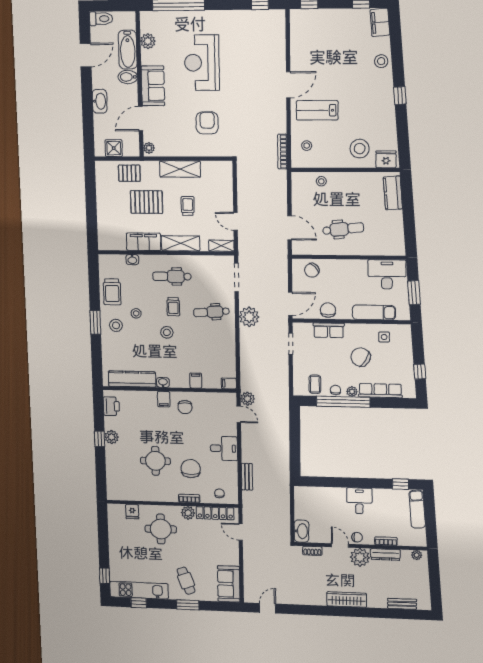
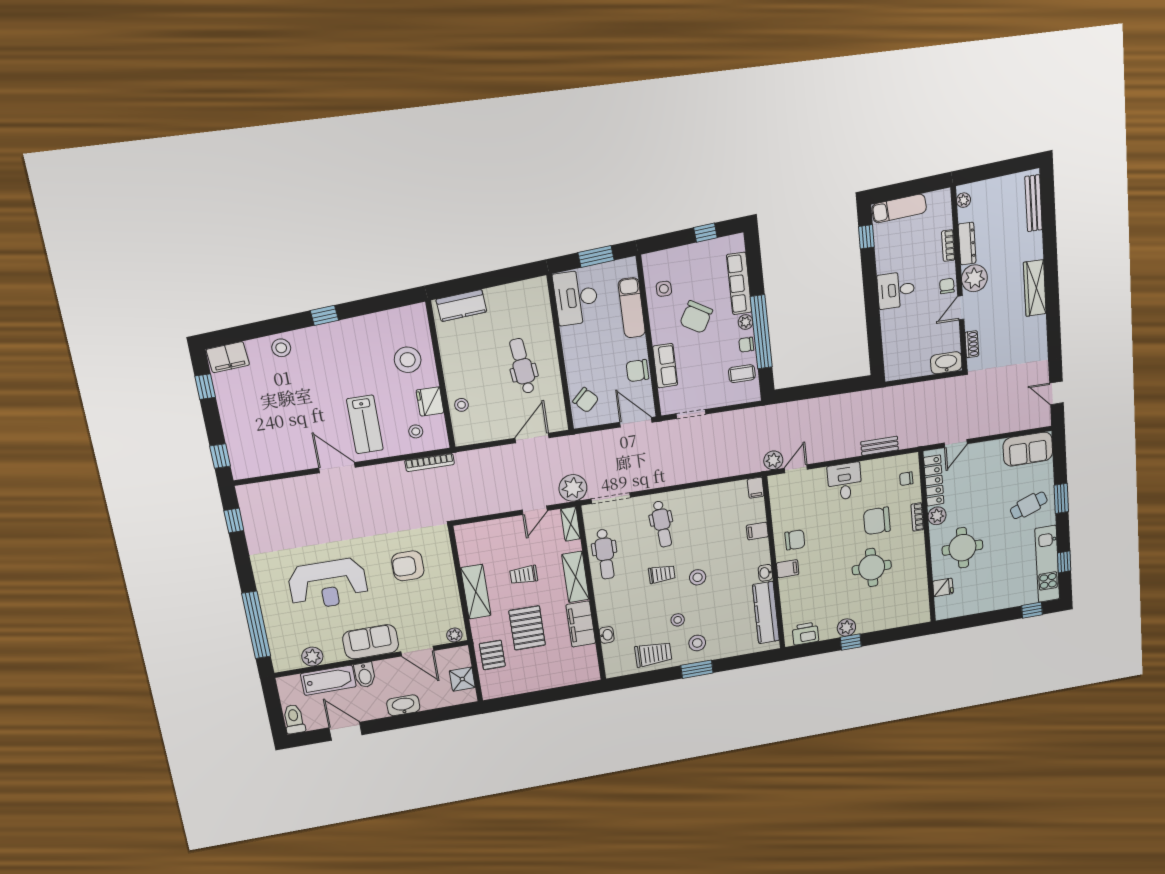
fridge: (386, 159) -> (430, 401), moved
dental chair: (172, 276) -> (605, 554), moved
plant: (249, 317) -> (573, 488), moved
bench: (402, 604) -> (1034, 203), width x1.36

